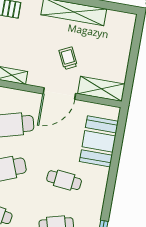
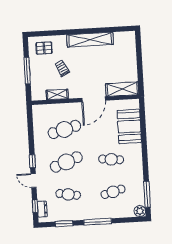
trolley: (68, 58) -> (62, 68), moved

